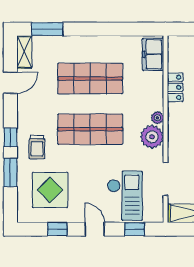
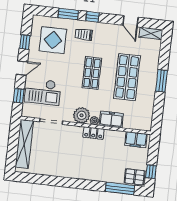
window: (47, 29) -> (161, 81), moved
freezer: (153, 54) -> (111, 120), moved
filing cabinet: (178, 56) -> (136, 140), added
locker: (175, 87) -> (93, 133), moved
shop shelf: (90, 129) -> (92, 73), width x0.70, depth x0.74

